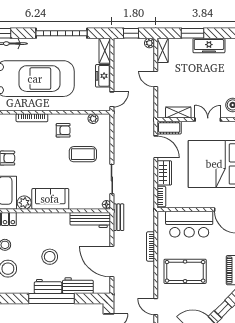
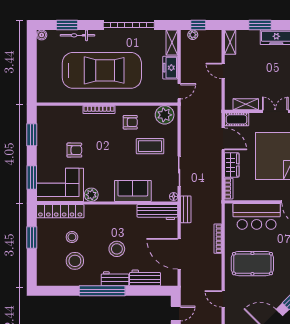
plant: (149, 43) -> (193, 35), moved
plant: (93, 119) -> (165, 115), width x1.88, depth x1.88
sofa: (50, 199) -> (133, 191), moved
window: (51, 298) -> (102, 291), moved

